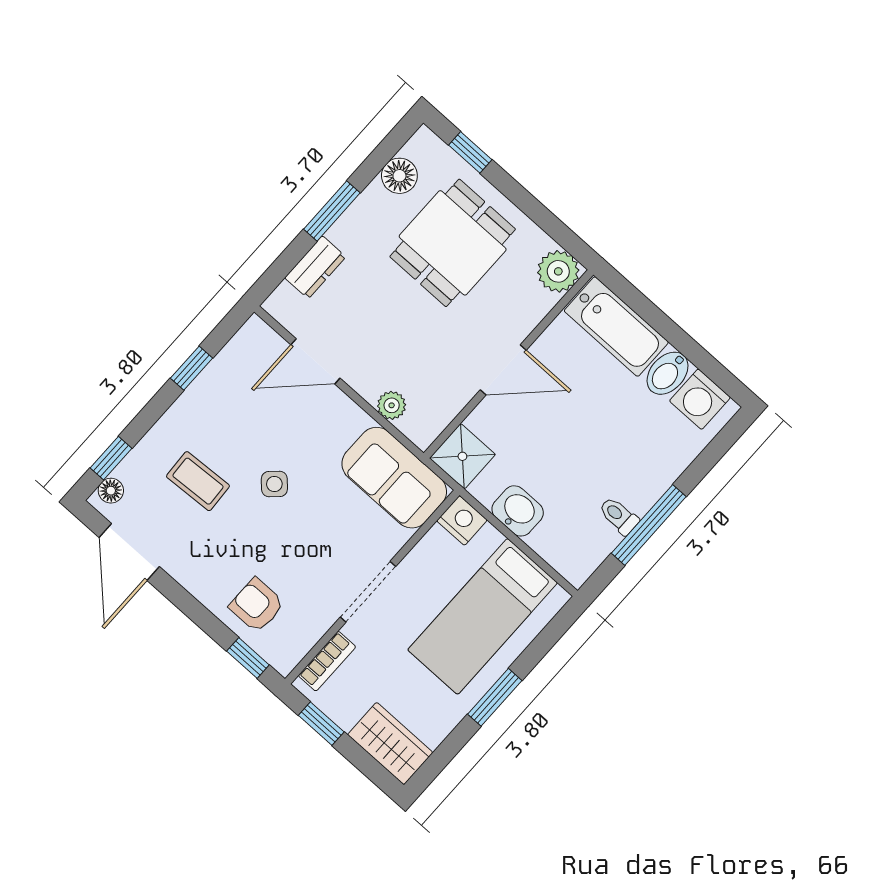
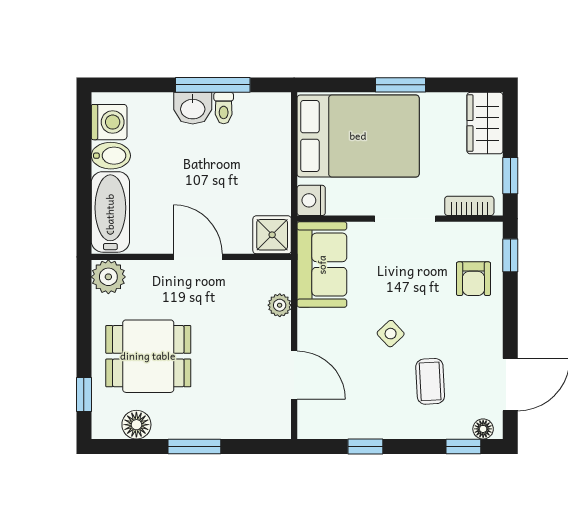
dresser: (315, 267) -> (237, 426), removed
washbasin: (518, 511) -> (193, 108), moved, turned -90
bed: (483, 616) -> (358, 136), width x1.50

